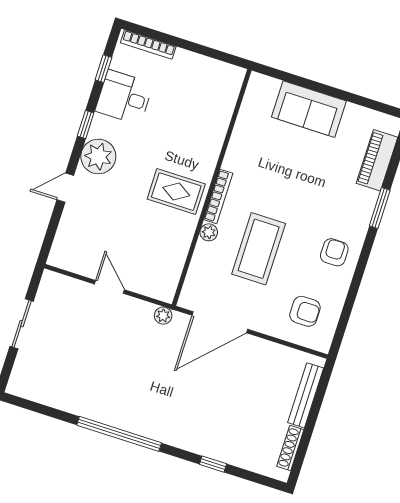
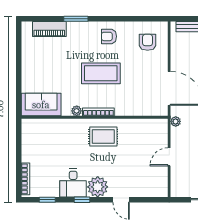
desk: (124, 97) -> (73, 183), moved
sofa: (309, 109) -> (41, 105), moved, turned -90
rug: (176, 192) -> (103, 137), turned 90
plant: (209, 232) -> (77, 111), moved
coffee table: (259, 249) -> (101, 73), moved

